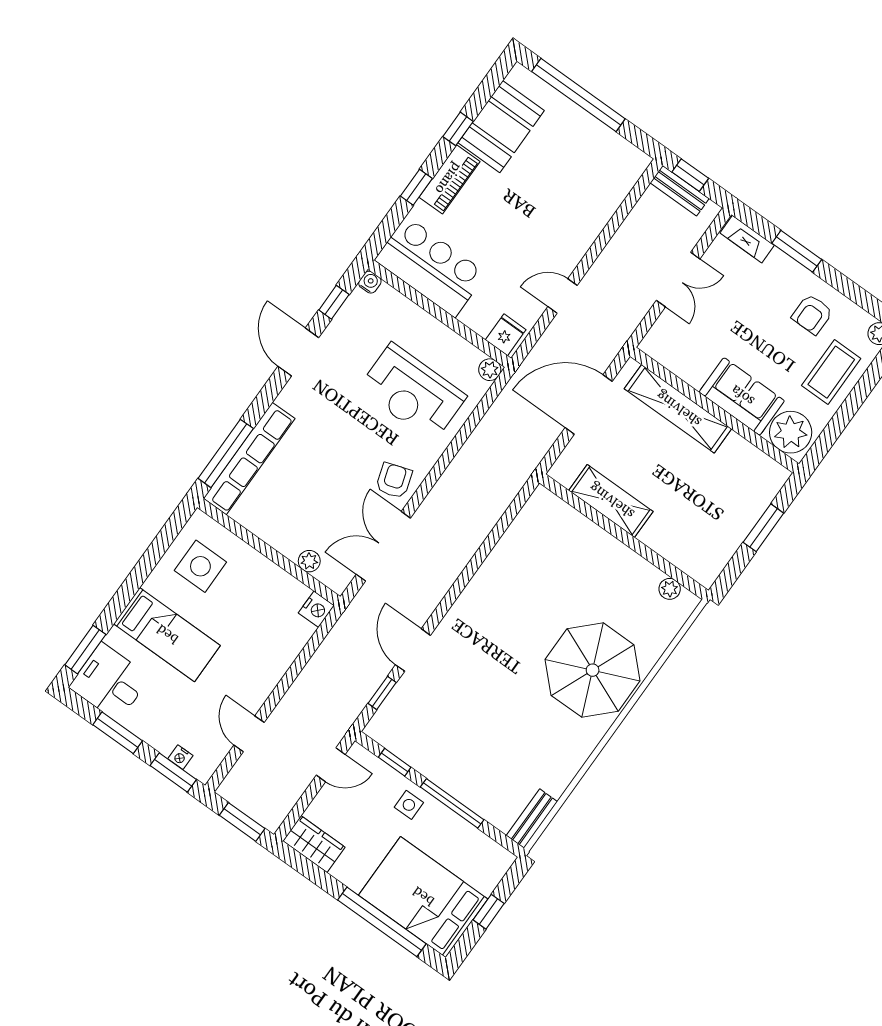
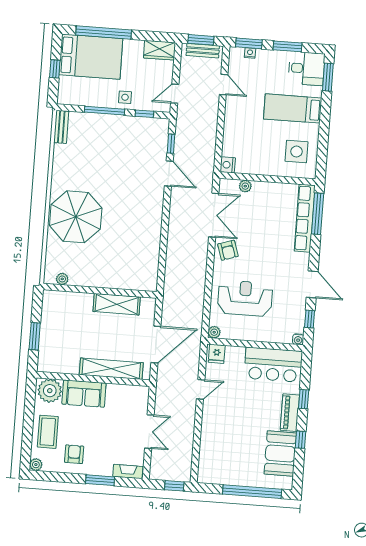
bench: (680, 191) -> (203, 51), moved
double door: (678, 280) -> (149, 432), swing flipped

